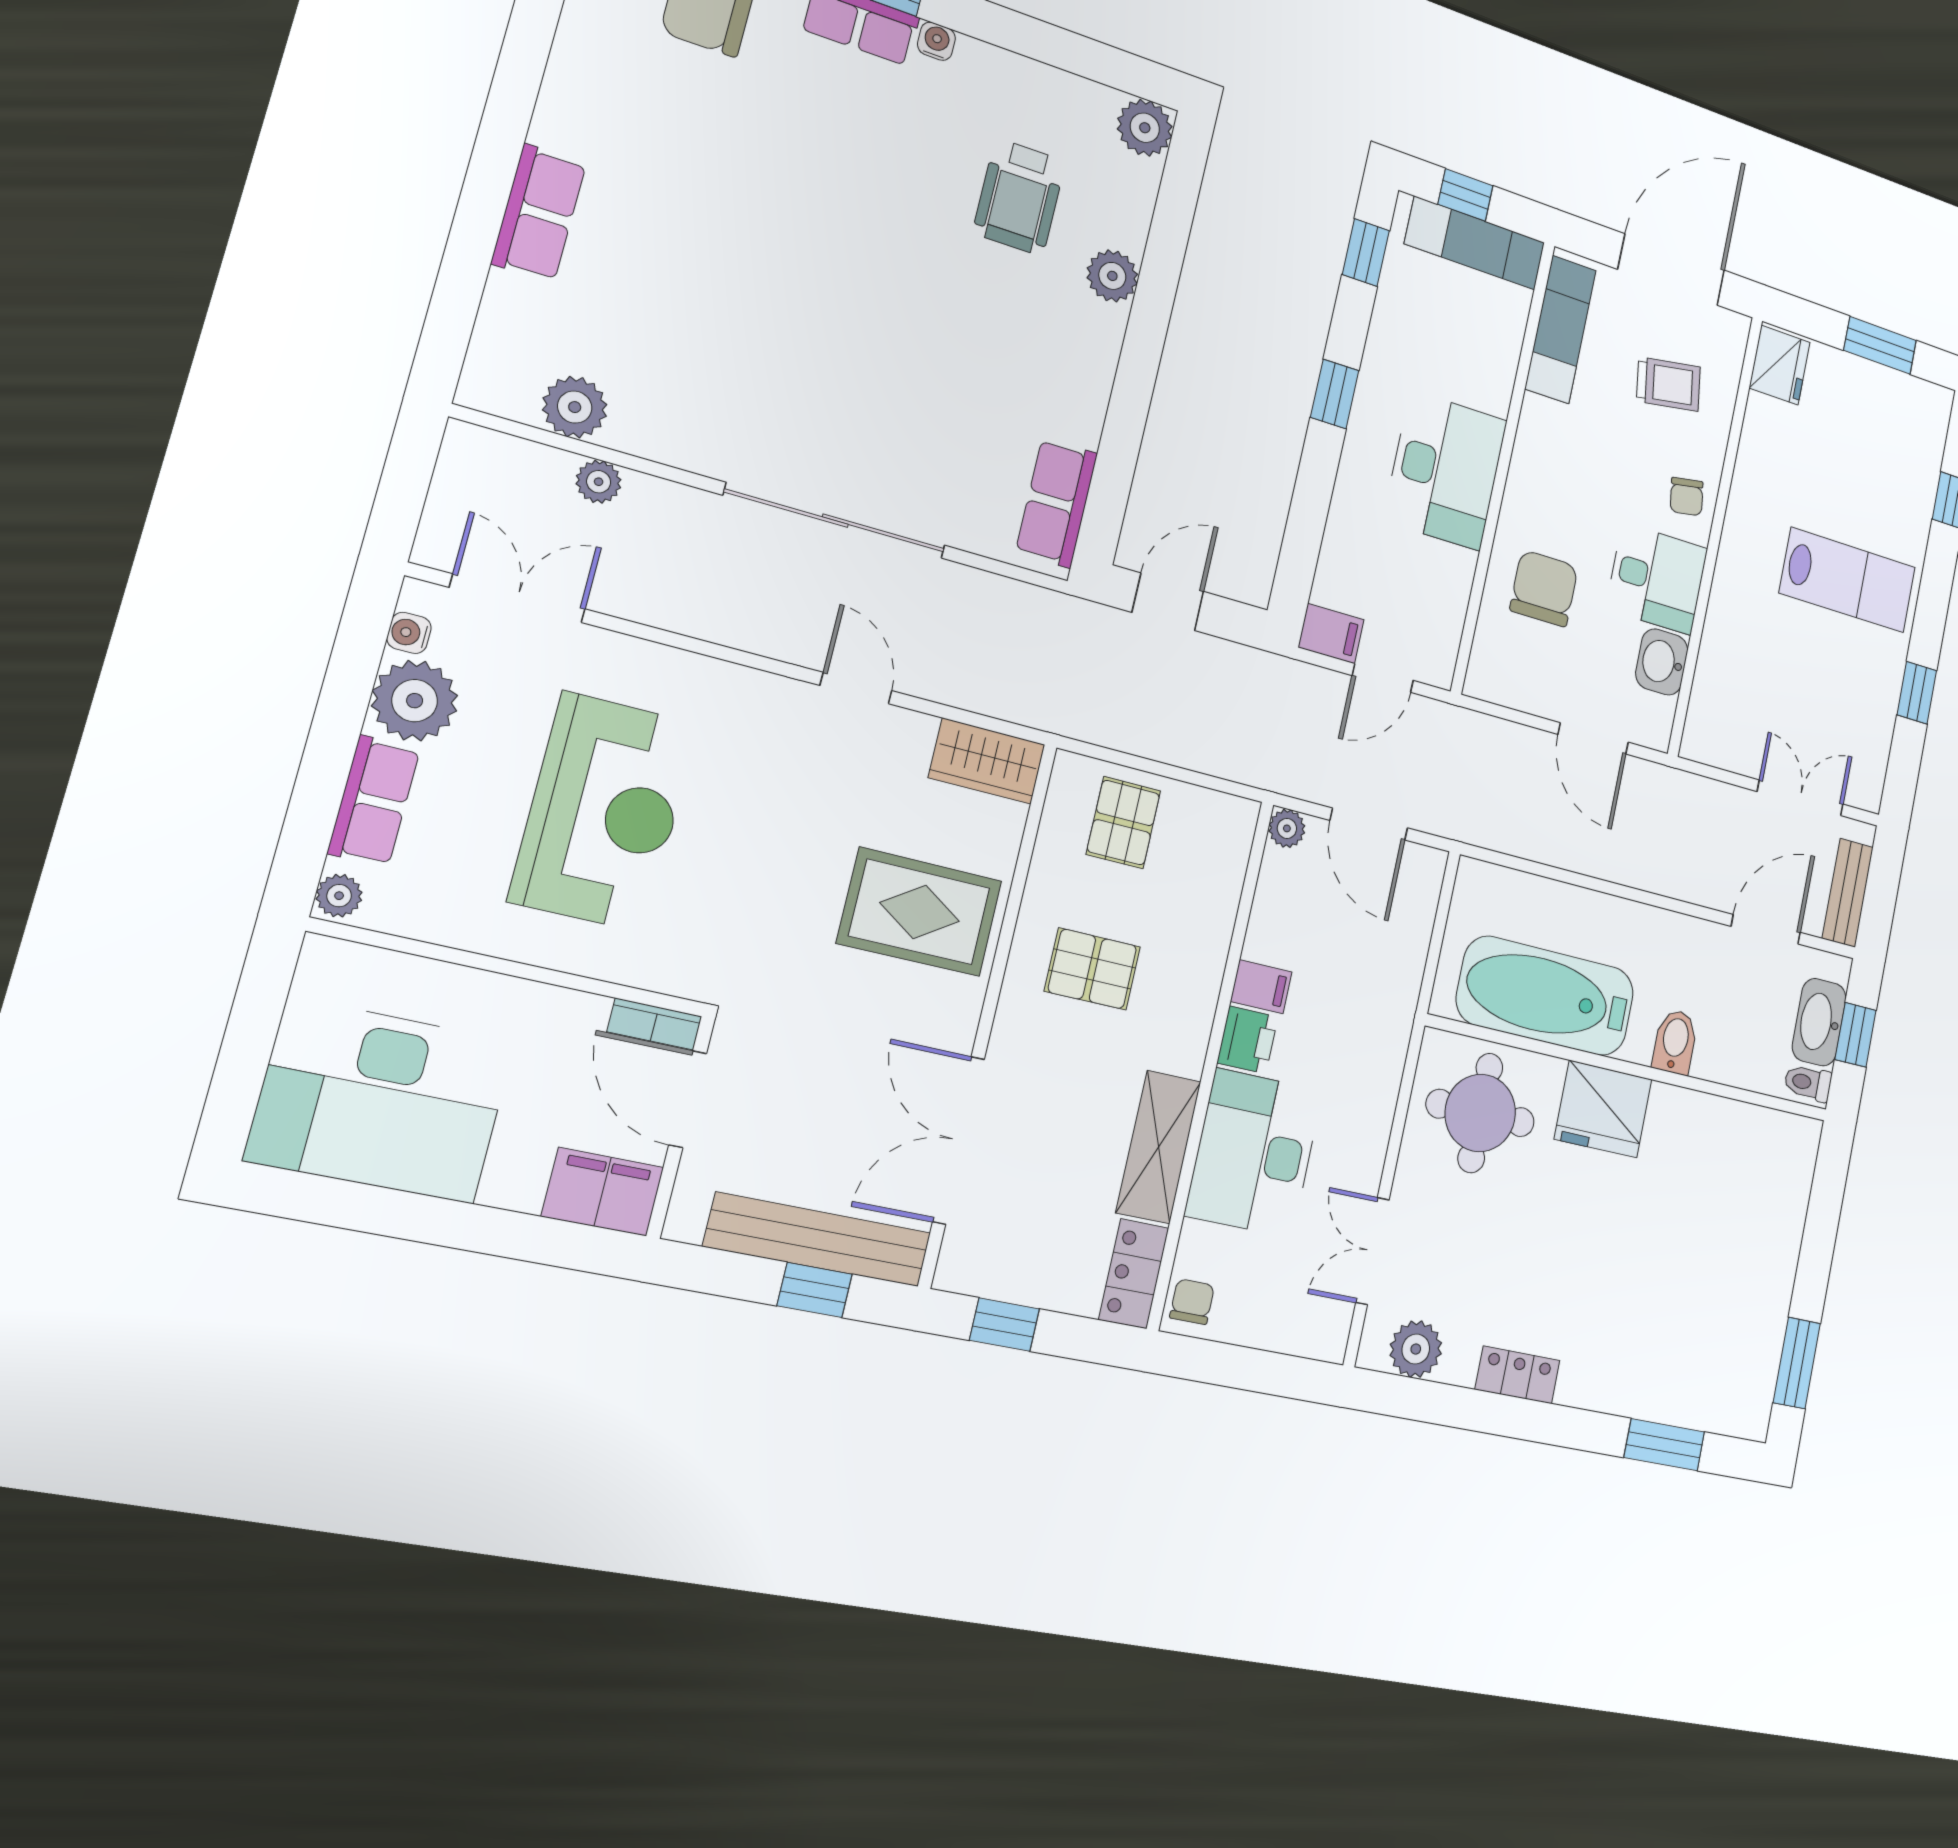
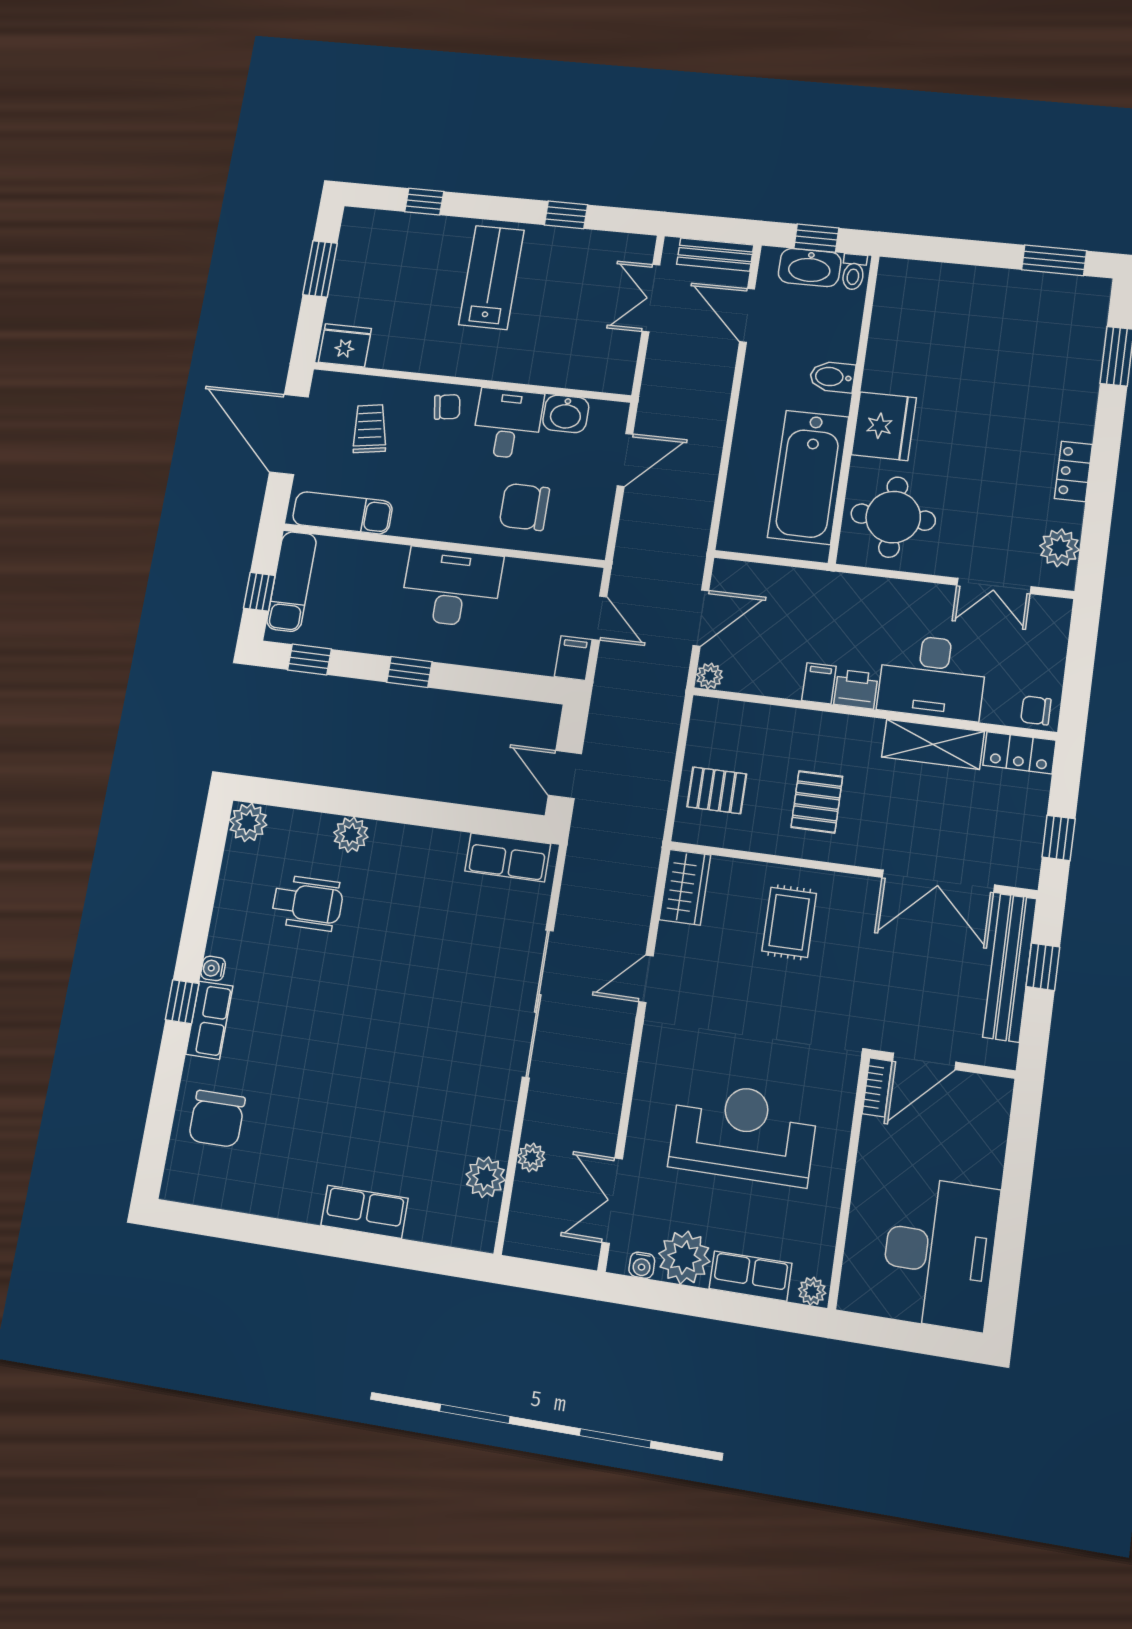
rug: (920, 912) -> (789, 922), width x0.73, depth x0.70
filing cabinet: (603, 1192) -> (988, 1110), removed

